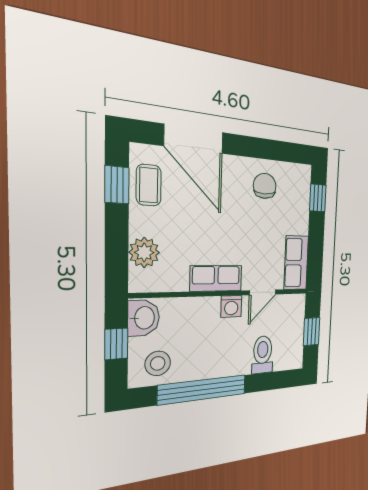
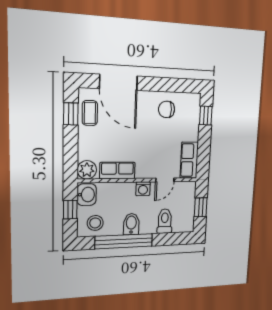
chair: (265, 186) -> (167, 109), turned -90
plant: (144, 252) -> (87, 170), moved
row of seats: (216, 278) -> (117, 171), moved
bidet: (214, 362) -> (131, 224), added

